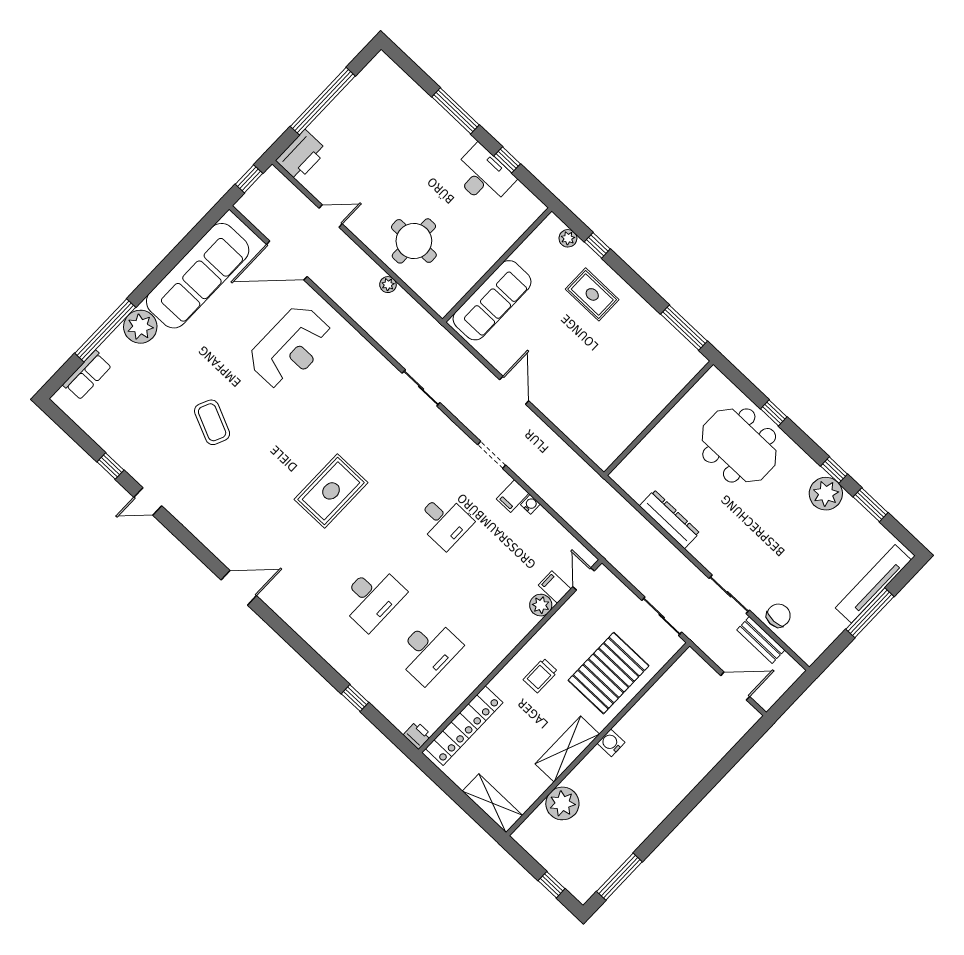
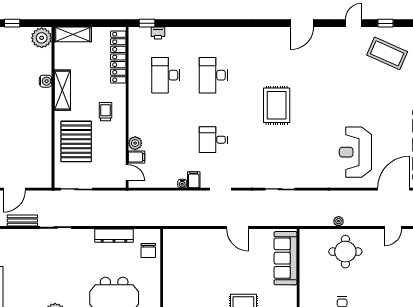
coffee table: (212, 422) -> (387, 53), moved, width x1.36, depth x1.32
door: (239, 588) -> (302, 23), moved
chair: (778, 616) -> (148, 250), moved
window: (355, 698) -> (147, 23), moved
printer: (417, 735) -> (158, 33), moved
water cooler: (611, 743) -> (46, 81), moved
plant: (562, 803) -> (42, 38), moved

